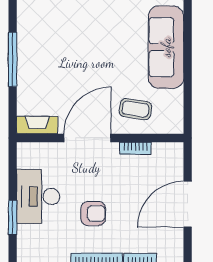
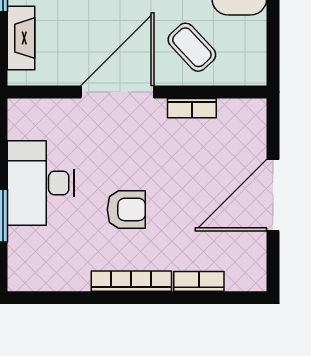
coffee table: (135, 109) -> (192, 47), turned 38
fireplace: (37, 125) -> (21, 38), moved, turned 90

